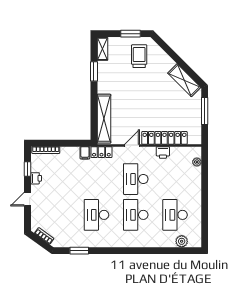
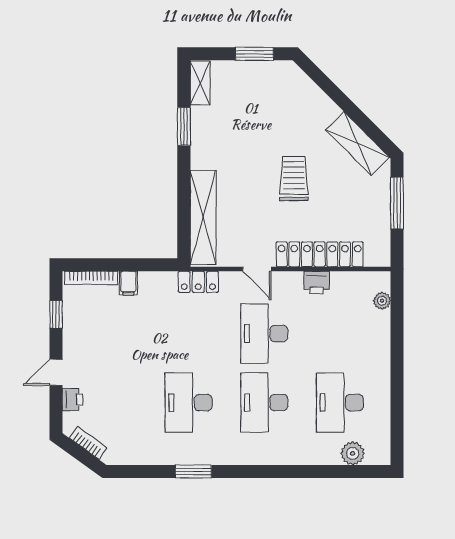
trolley: (139, 56) -> (294, 178), moved
door: (132, 145) -> (257, 269), swing flipped
filing cabinet: (85, 153) -> (128, 283), moved
printer: (36, 178) -> (72, 400), moved
window: (79, 251) -> (193, 471), moved

